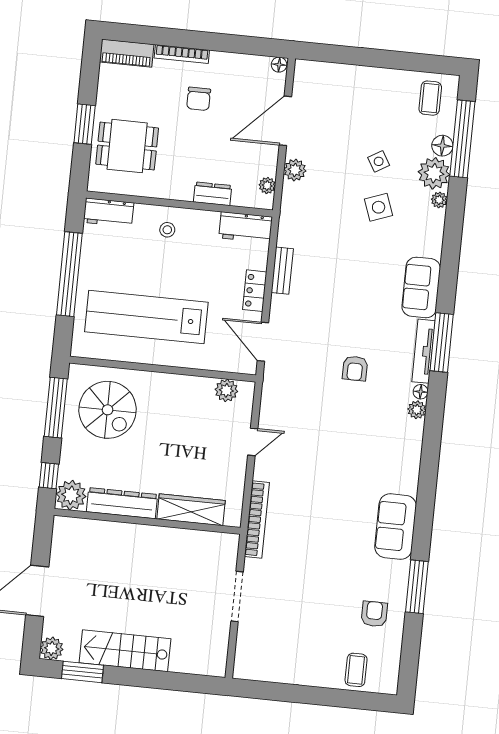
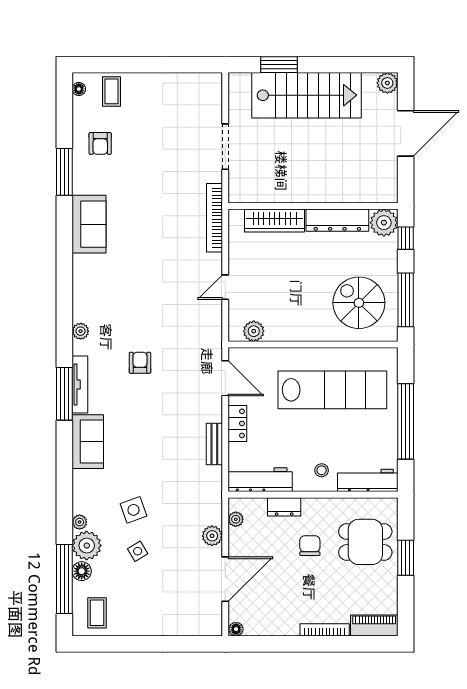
chair: (199, 99) -> (310, 546), moved
workbench: (109, 213) -> (368, 480), width x1.38
workbench: (245, 227) -> (260, 480), width x1.38
floor lamp: (421, 392) -> (79, 89), moved
stairs: (125, 651) -> (307, 95), width x1.36, depth x1.51
window: (82, 672) -> (279, 65), moved

